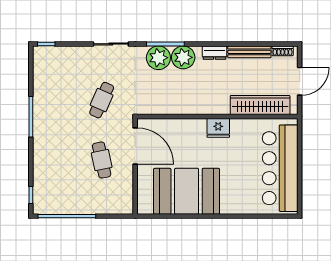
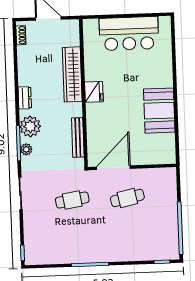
bench: (249, 52) -> (78, 137), moved
plant: (158, 58) -> (26, 149), width x0.53, depth x0.53
cafe table: (102, 100) -> (72, 200), turned -33
wardrobe: (260, 105) -> (72, 74), moved
bar counter: (280, 168) -> (129, 34), width x0.73
booth: (187, 191) -> (159, 111), width x0.73, depth x0.70

